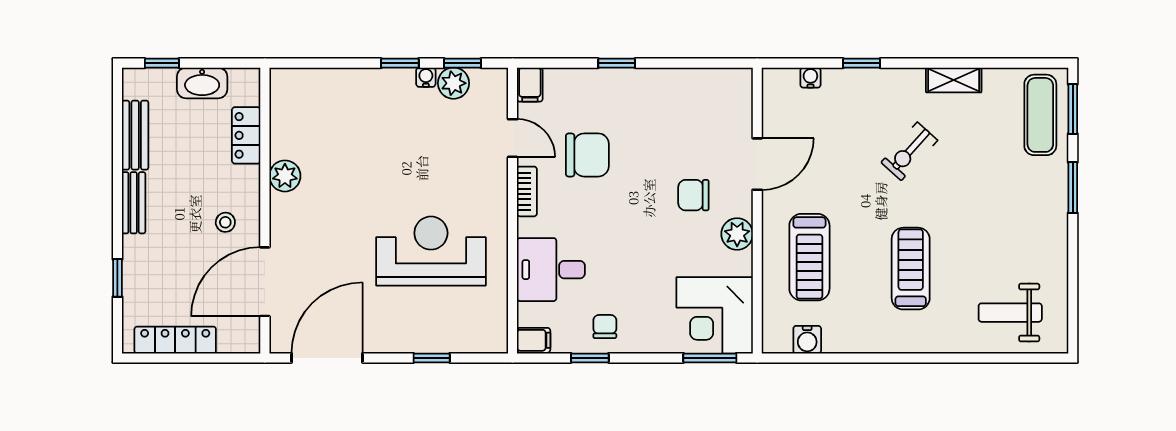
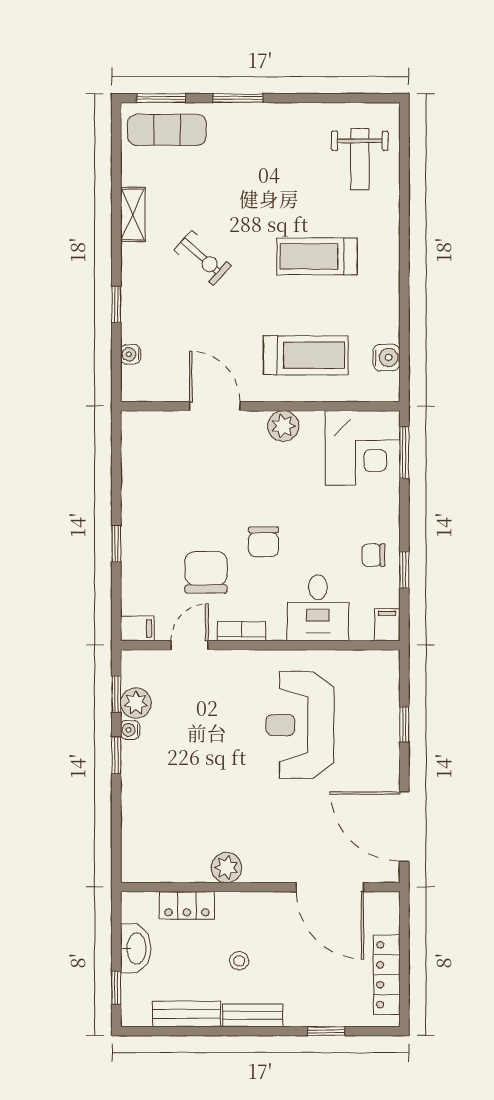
chair: (693, 195) -> (263, 542), moved
stool: (225, 222) -> (239, 961), moved

